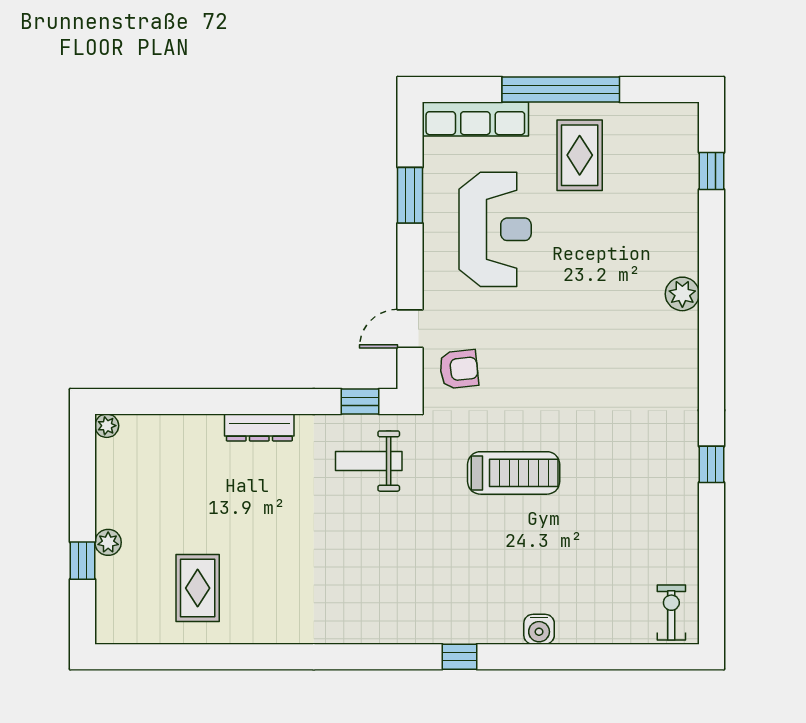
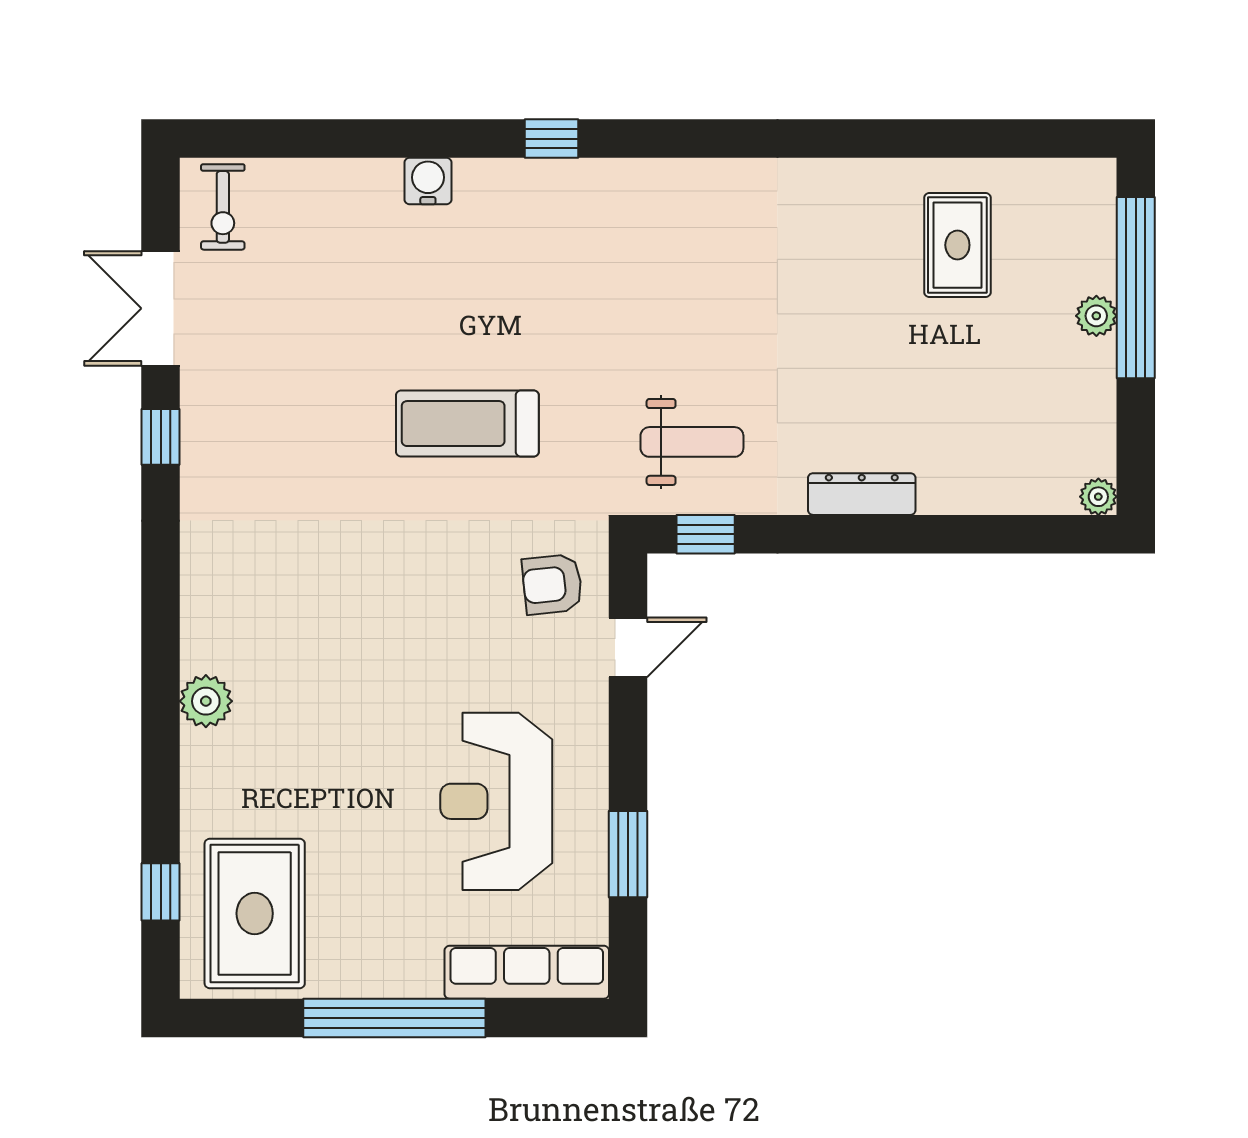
rug: (580, 155) -> (255, 913), moved, width x1.36, depth x1.43
double door: (712, 547) -> (161, 308), added
window: (83, 561) -> (1136, 288), width x3.17

